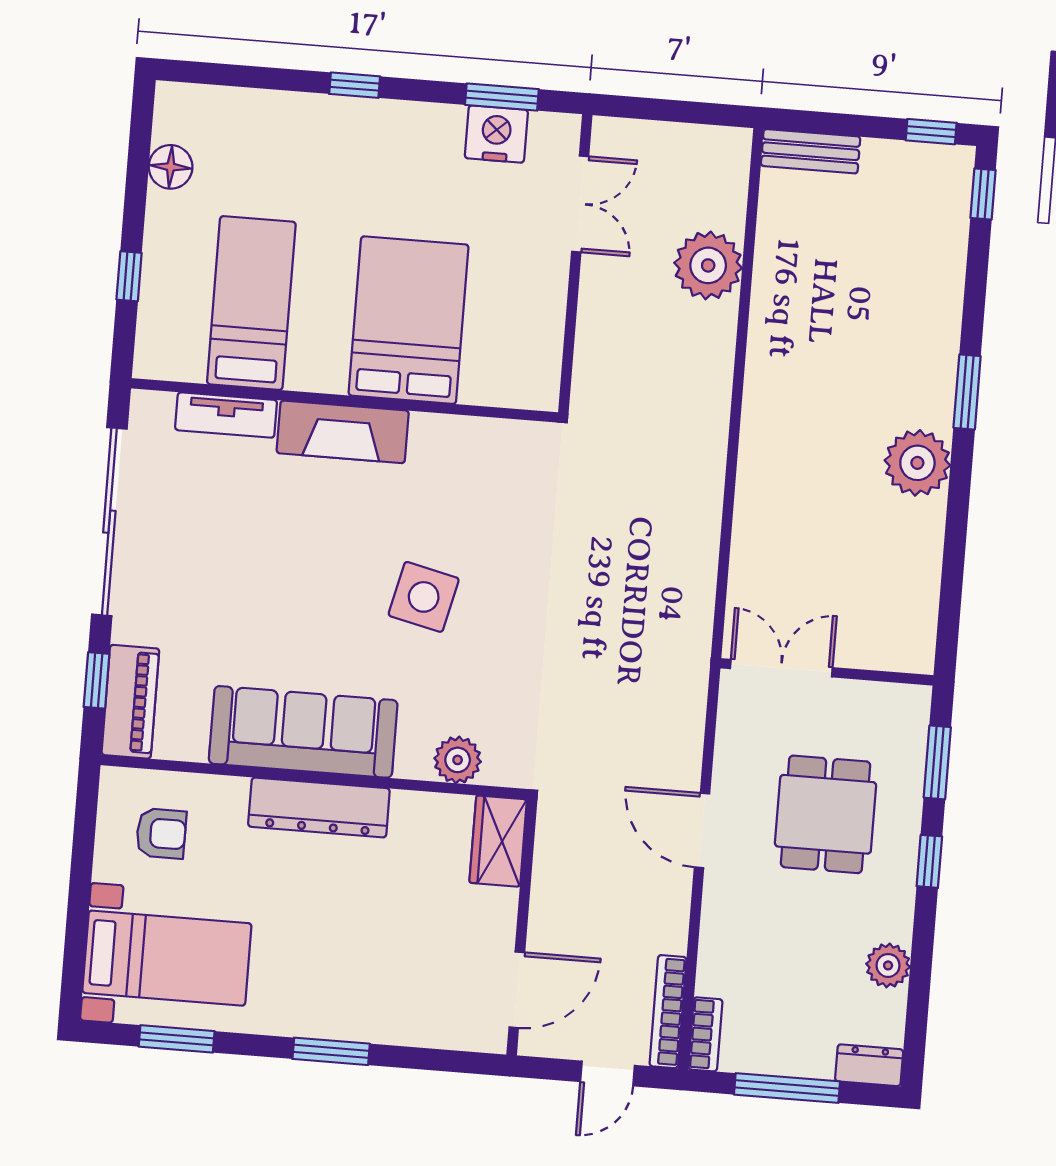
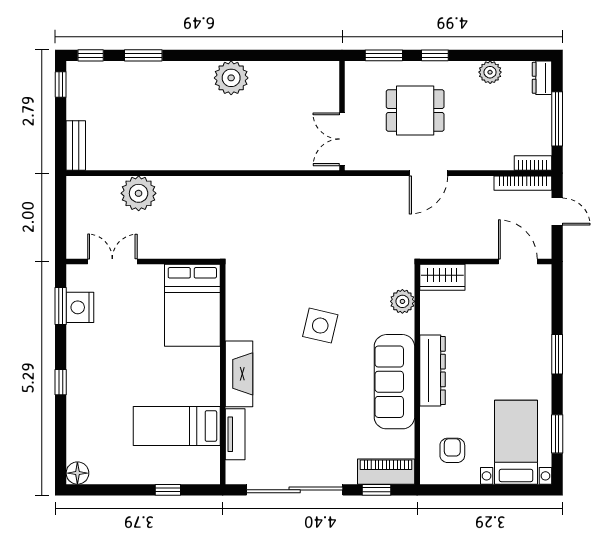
floor lamp: (171, 167) -> (77, 473), moved
bed: (409, 320) -> (192, 305), moved, turned -90
window: (967, 392) -> (143, 55), moved

